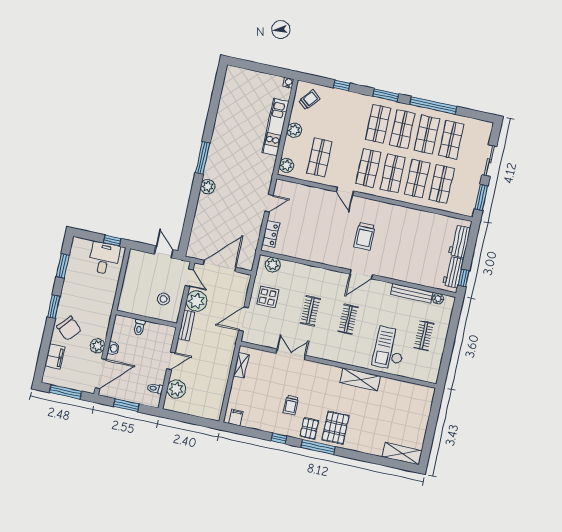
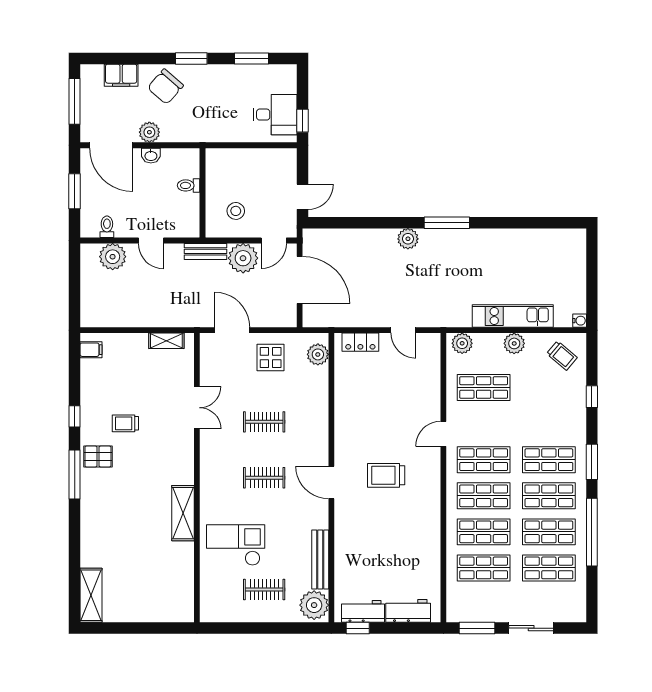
plant: (438, 299) -> (314, 605), width x1.87, depth x1.87
pallet: (335, 428) -> (107, 493), removed

